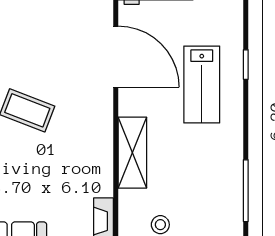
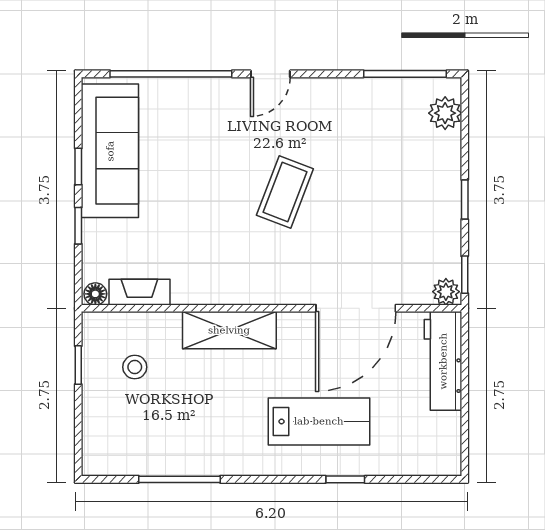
lab bench: (202, 85) -> (319, 421), turned 180

